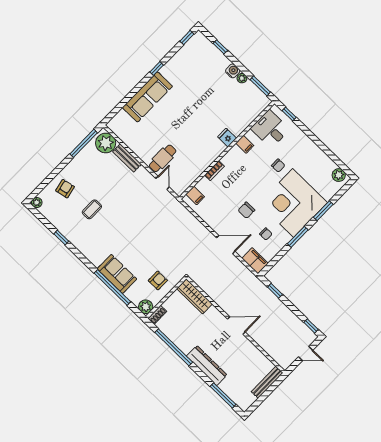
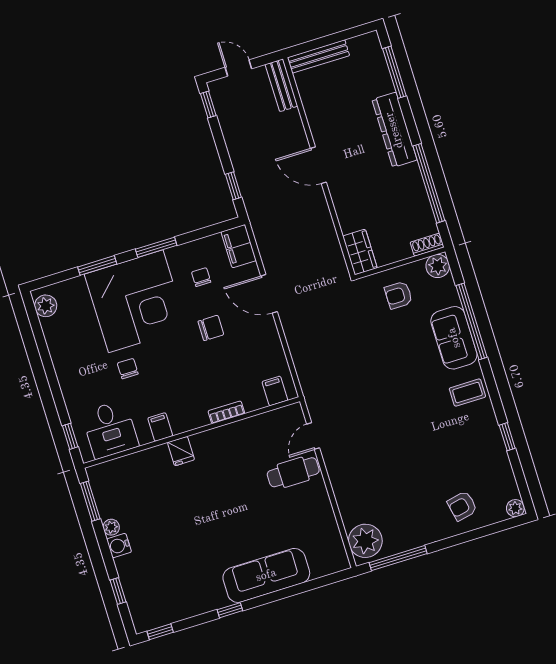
bench: (127, 158) -> (281, 85), moved
coffee table: (92, 209) -> (467, 393), moved
wardrobe: (195, 296) -> (360, 252), width x0.67

